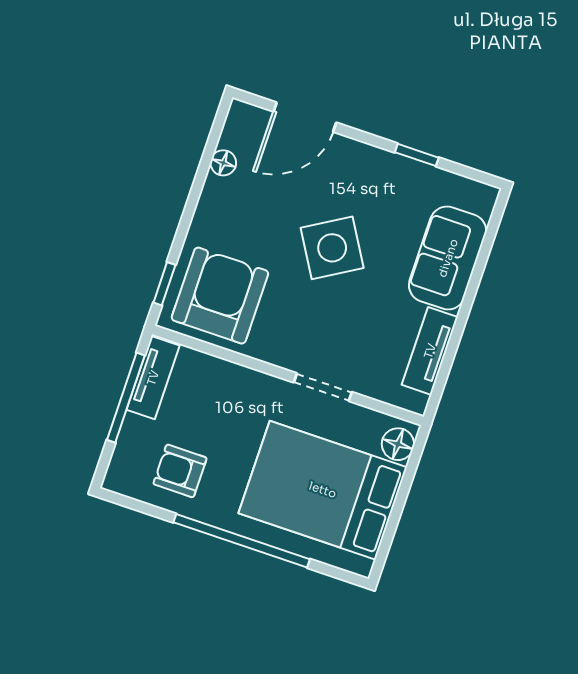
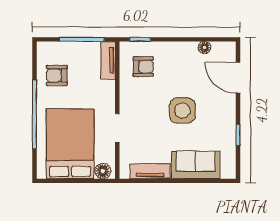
side table: (332, 248) -> (182, 111), turned 31
armchair: (220, 296) -> (143, 67), width x0.53, depth x0.53
tv unit: (153, 378) -> (108, 60), moved, turned 90
armchair: (180, 471) -> (57, 75), turned -90

